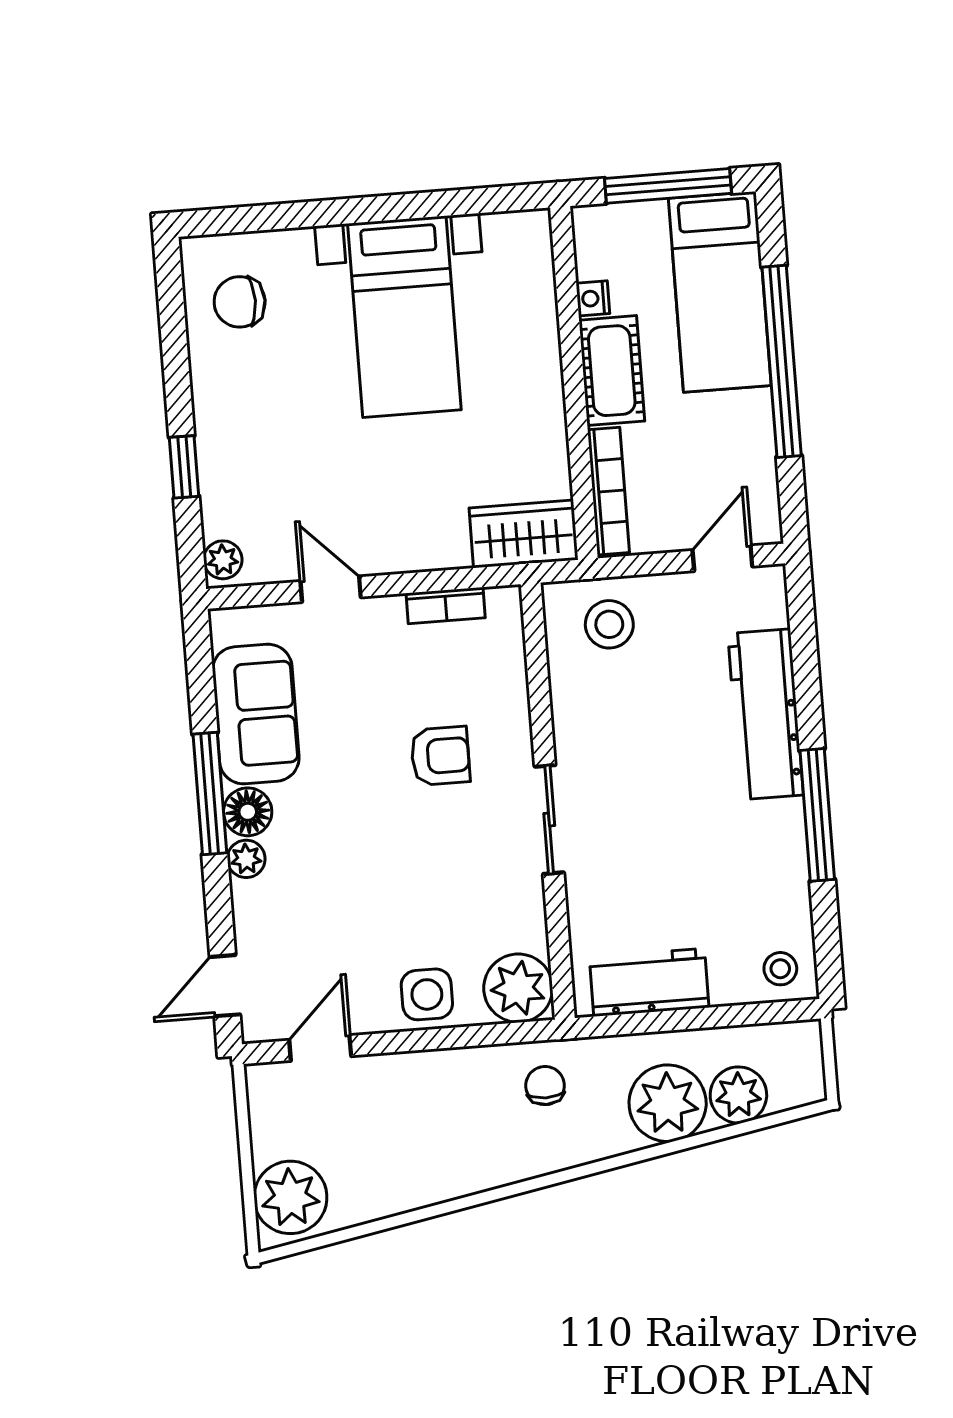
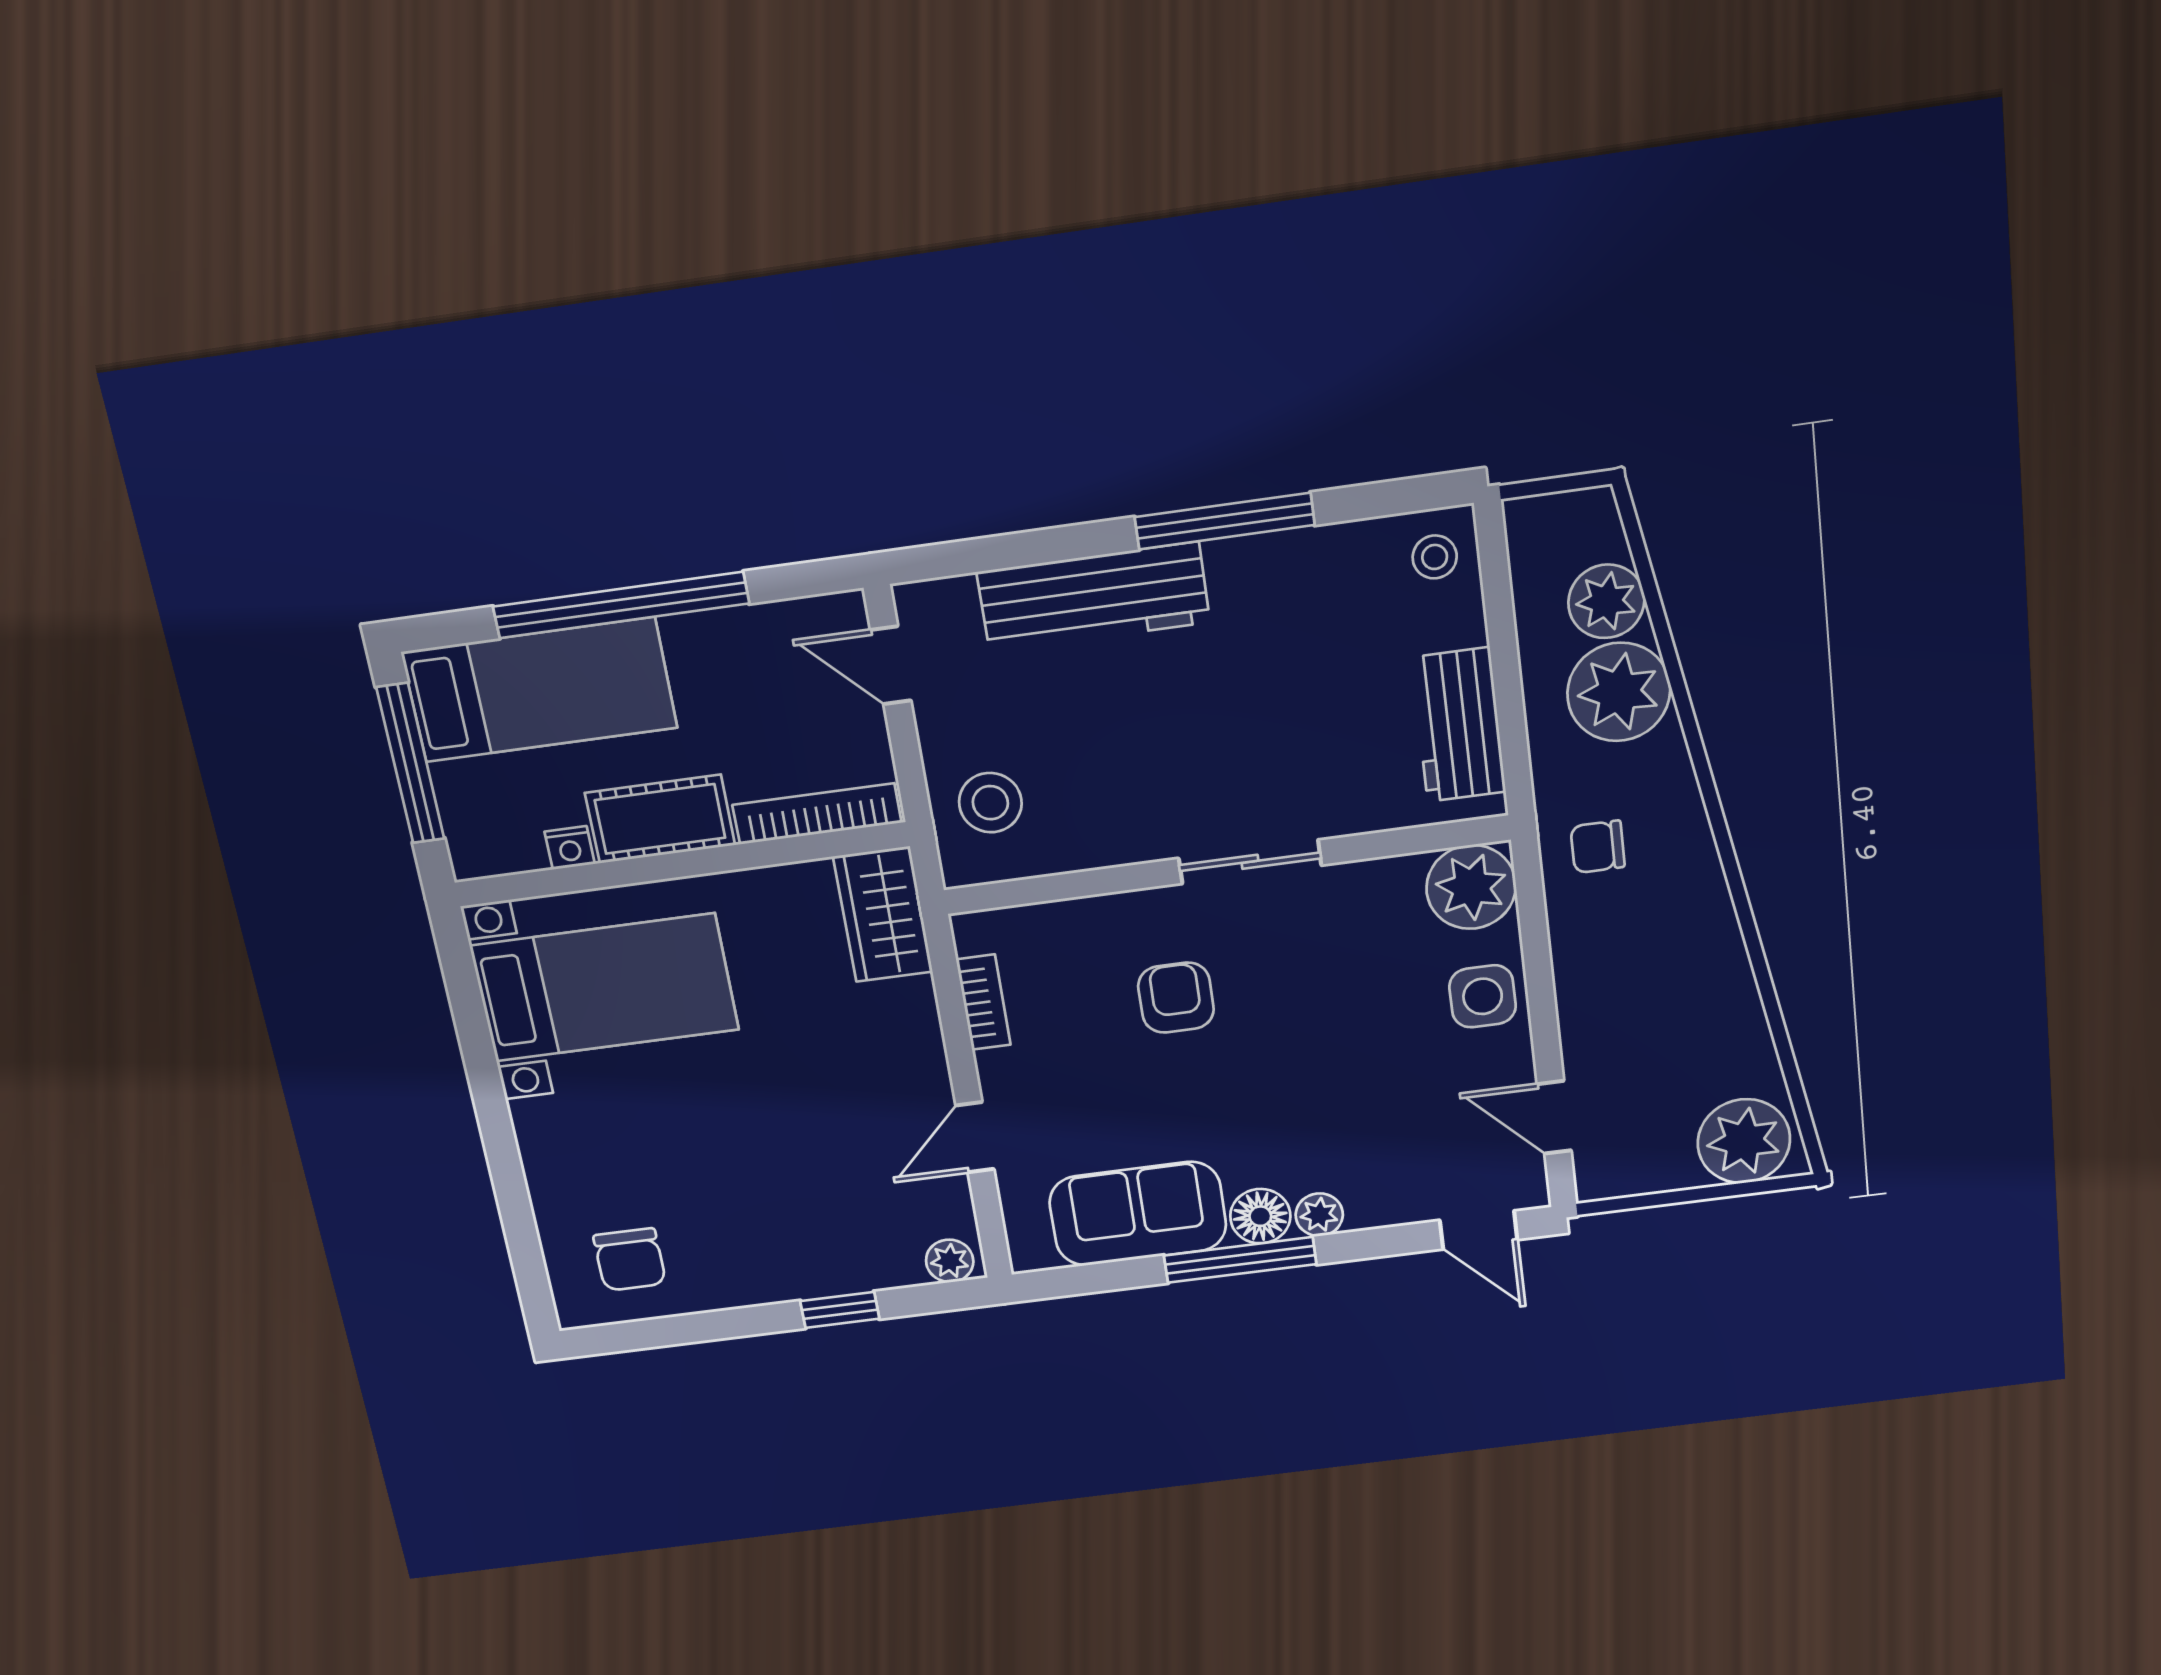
bed with nightstands: (404, 317) -> (605, 988), moved

